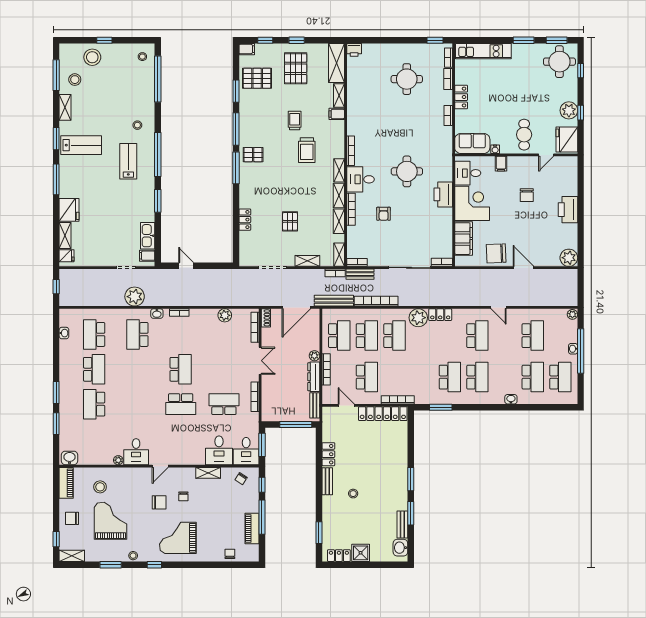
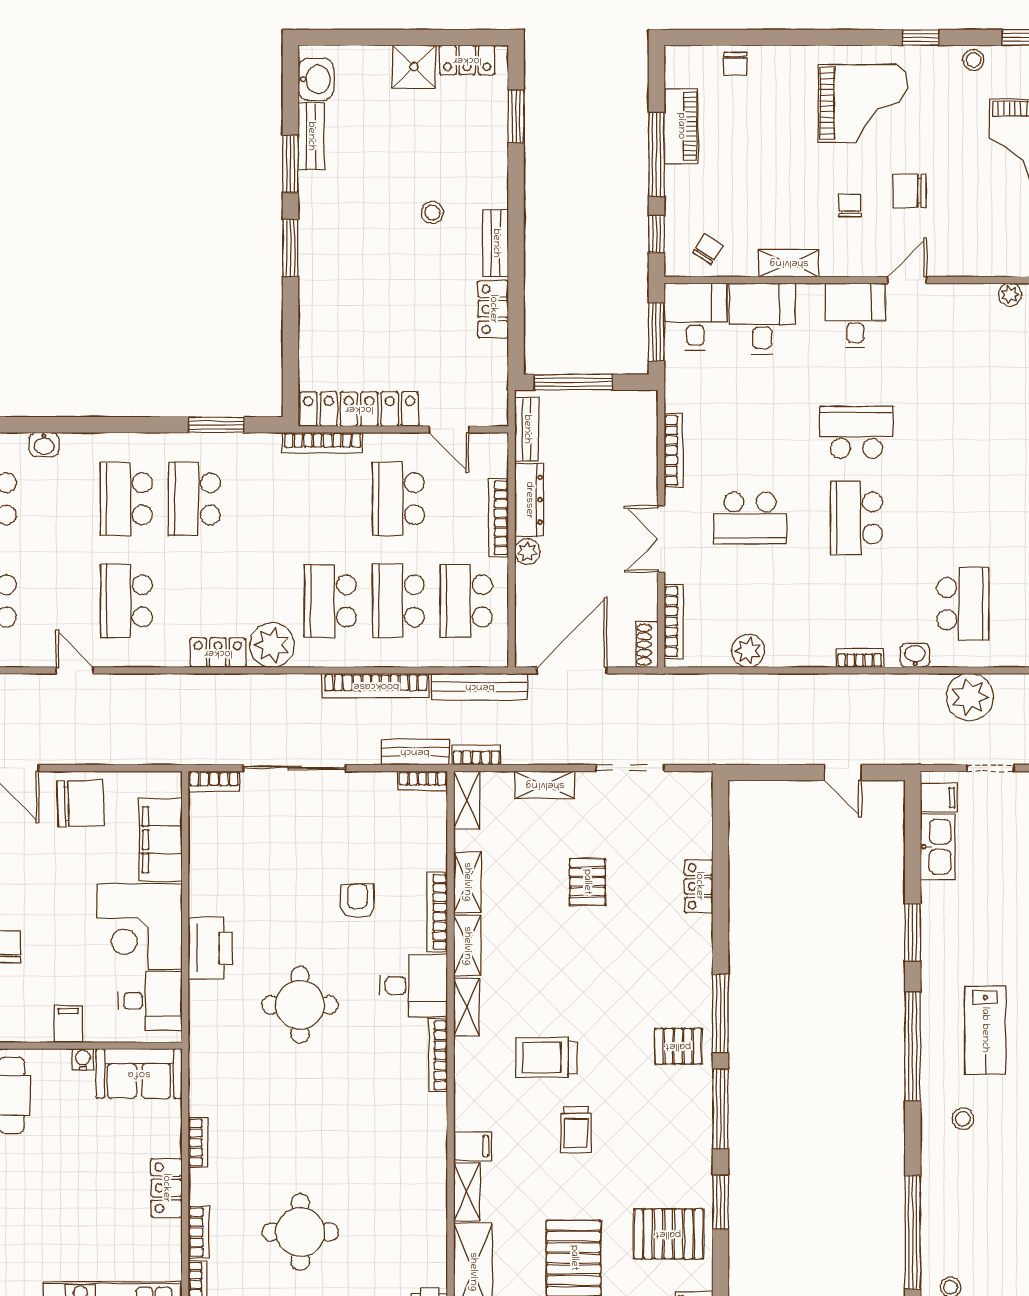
trolley: (307, 150) -> (546, 1057), turned -90
school desk: (224, 404) -> (750, 518), moved
desk: (136, 452) -> (855, 315), moved

